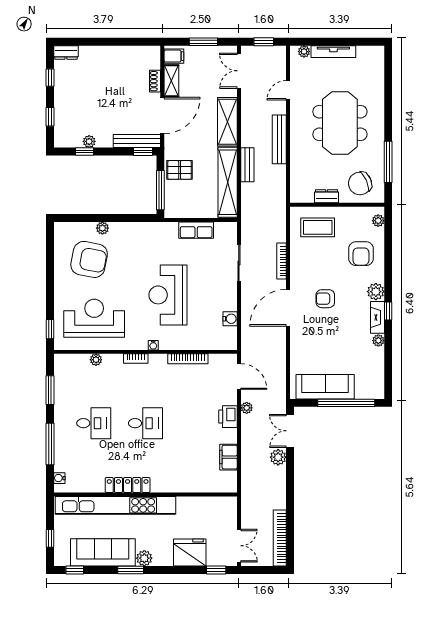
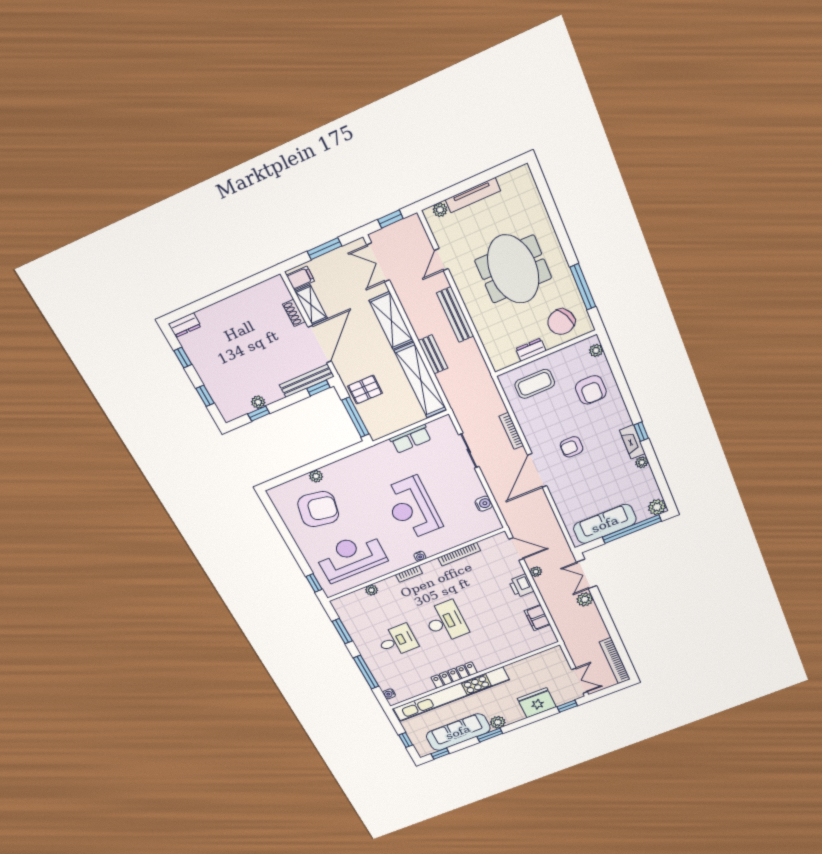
plant: (376, 292) -> (657, 507), moved
desk: (145, 423) -> (446, 622), width x1.37

